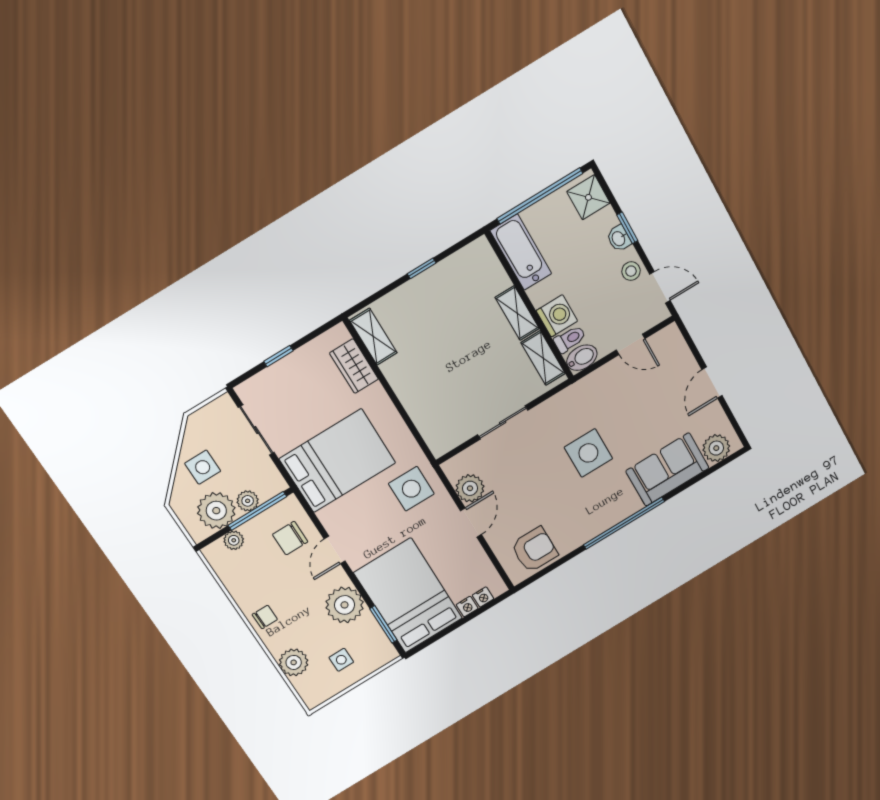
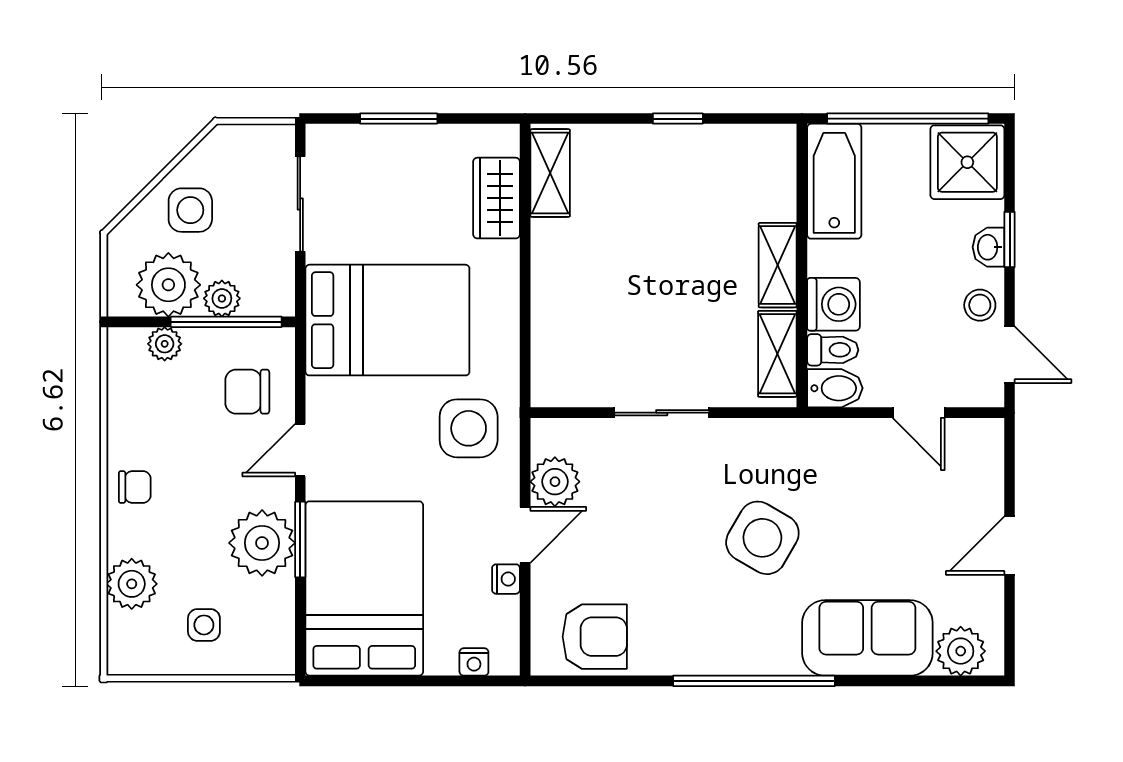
shower: (588, 197) -> (967, 162), width x1.36, depth x1.36
window: (278, 356) -> (399, 119), width x1.50
side table: (588, 453) -> (762, 538), turned 30
nightstand: (467, 607) -> (506, 579), moved, turned -90
window: (383, 624) -> (300, 539), moved

